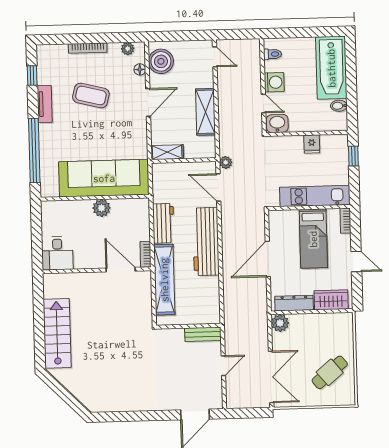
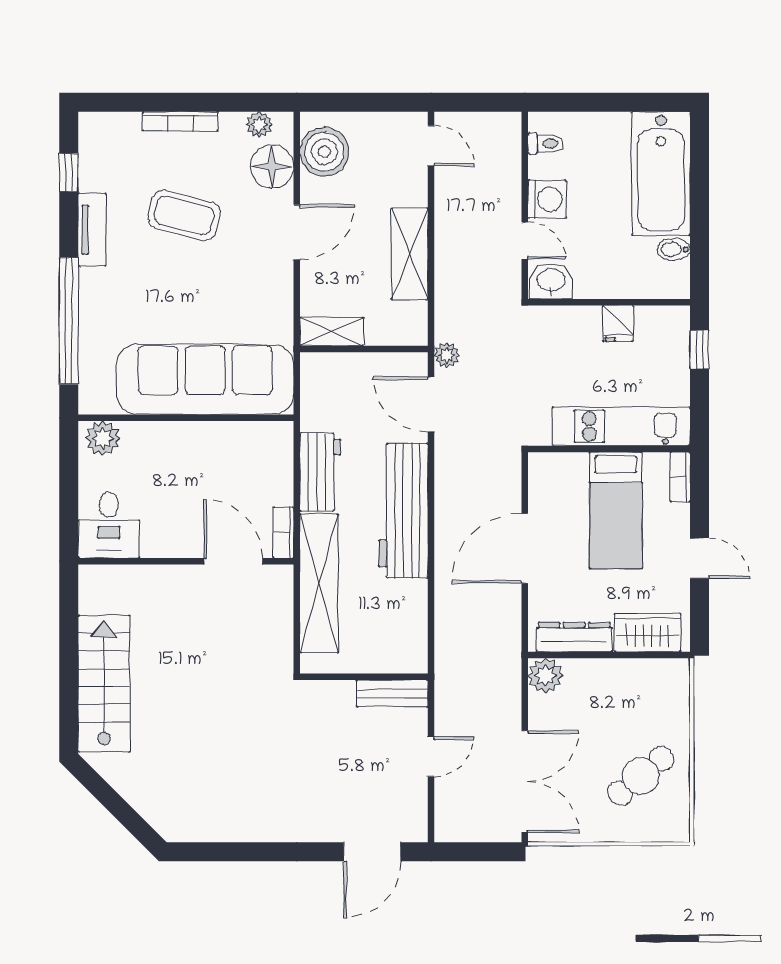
floor lamp: (140, 69) -> (272, 167), width x1.89, depth x1.89
plant: (102, 208) -> (103, 438), moved

